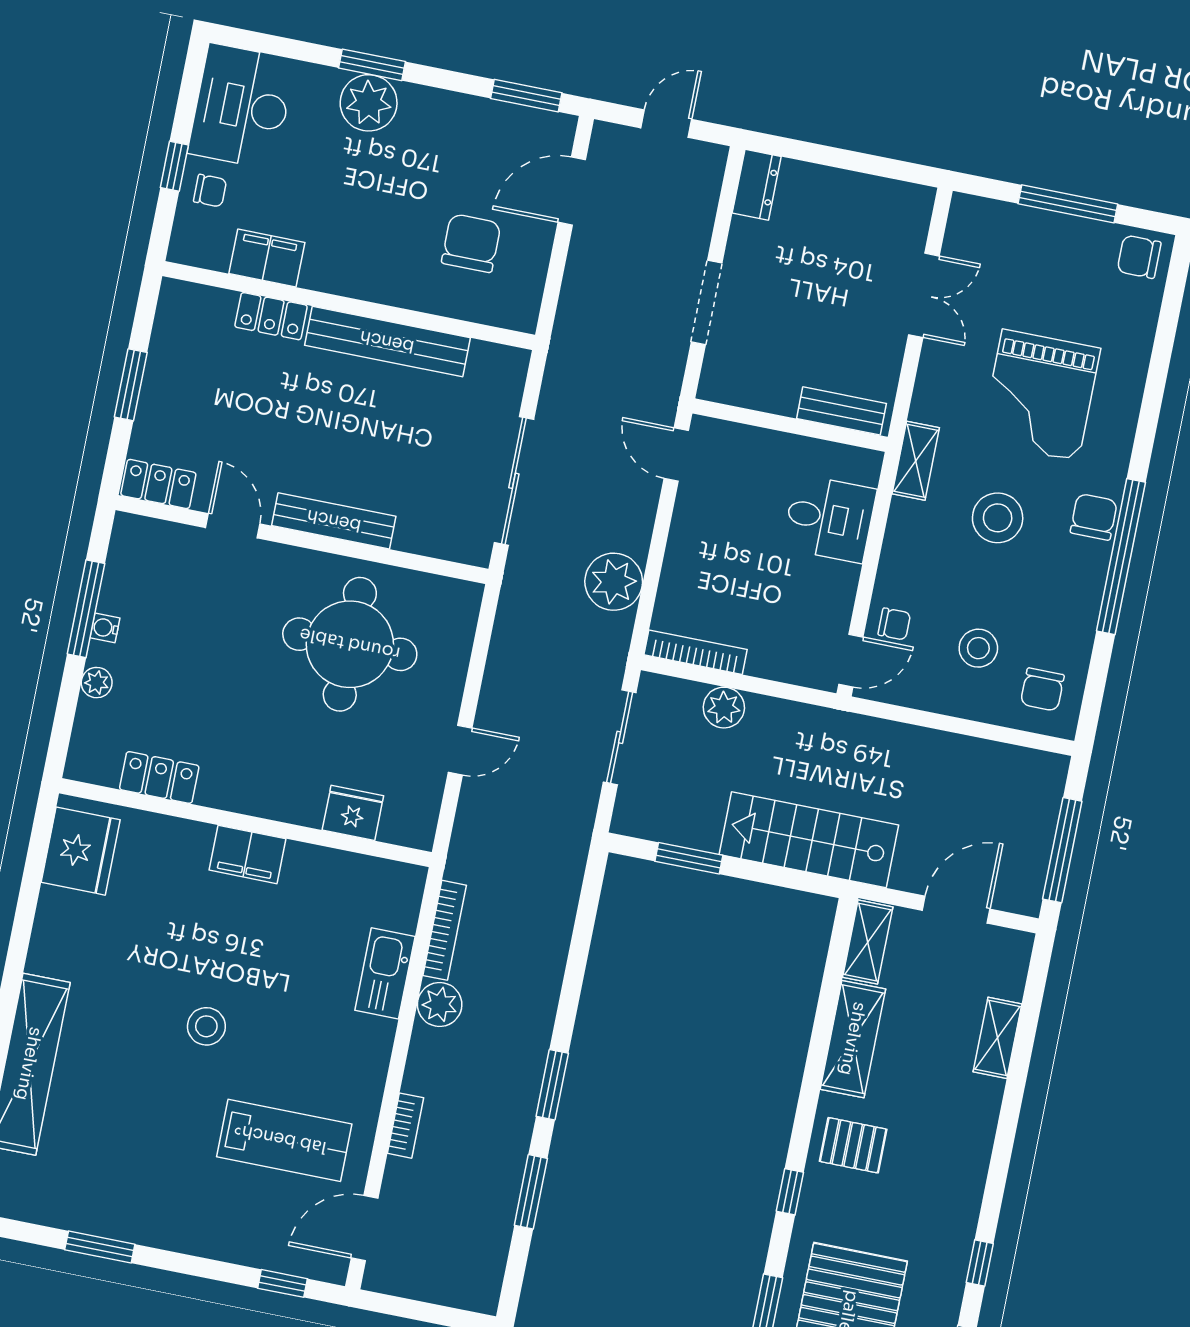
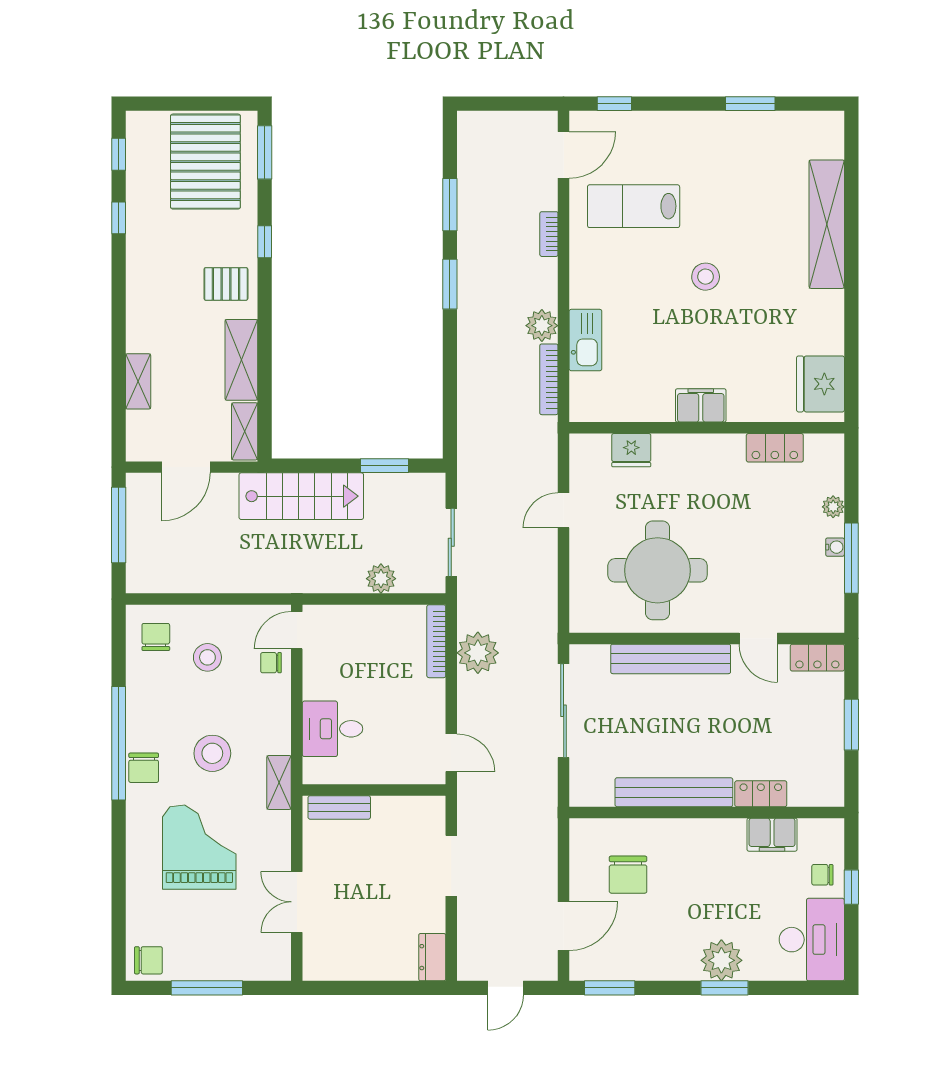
bench: (334, 521) -> (671, 659), width x1.37, depth x1.21
bookcase: (696, 652) -> (436, 641), moved, turned 90

